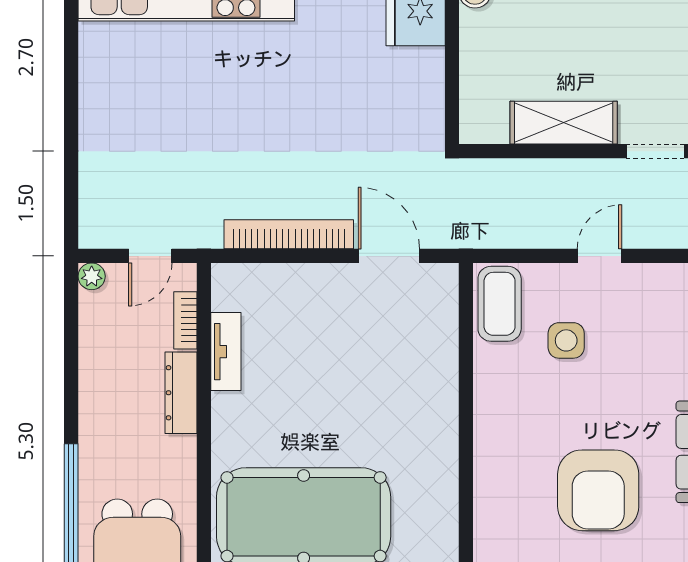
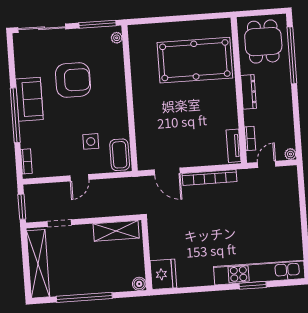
shelving: (564, 123) -> (116, 231), moved
tv unit: (226, 352) -> (234, 146), moved
dresser: (181, 393) -> (249, 92), moved
armchair: (598, 490) -> (73, 80), turned 90

